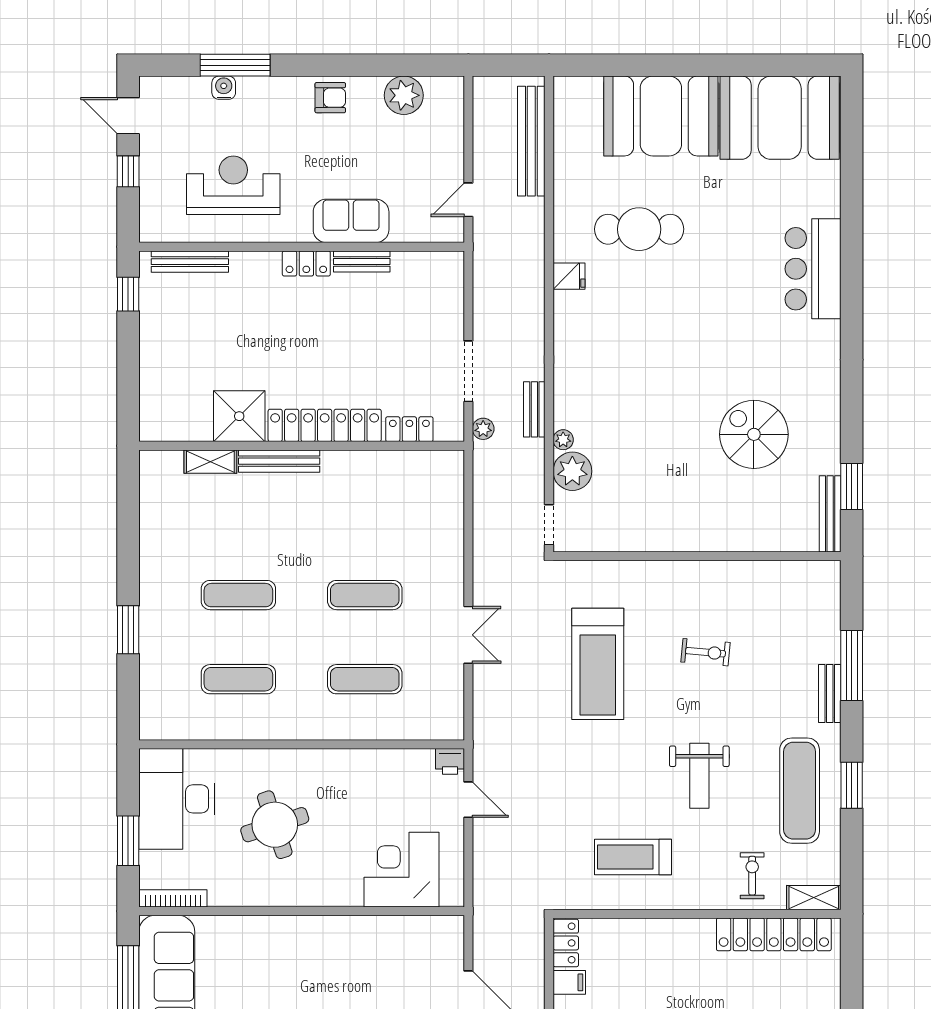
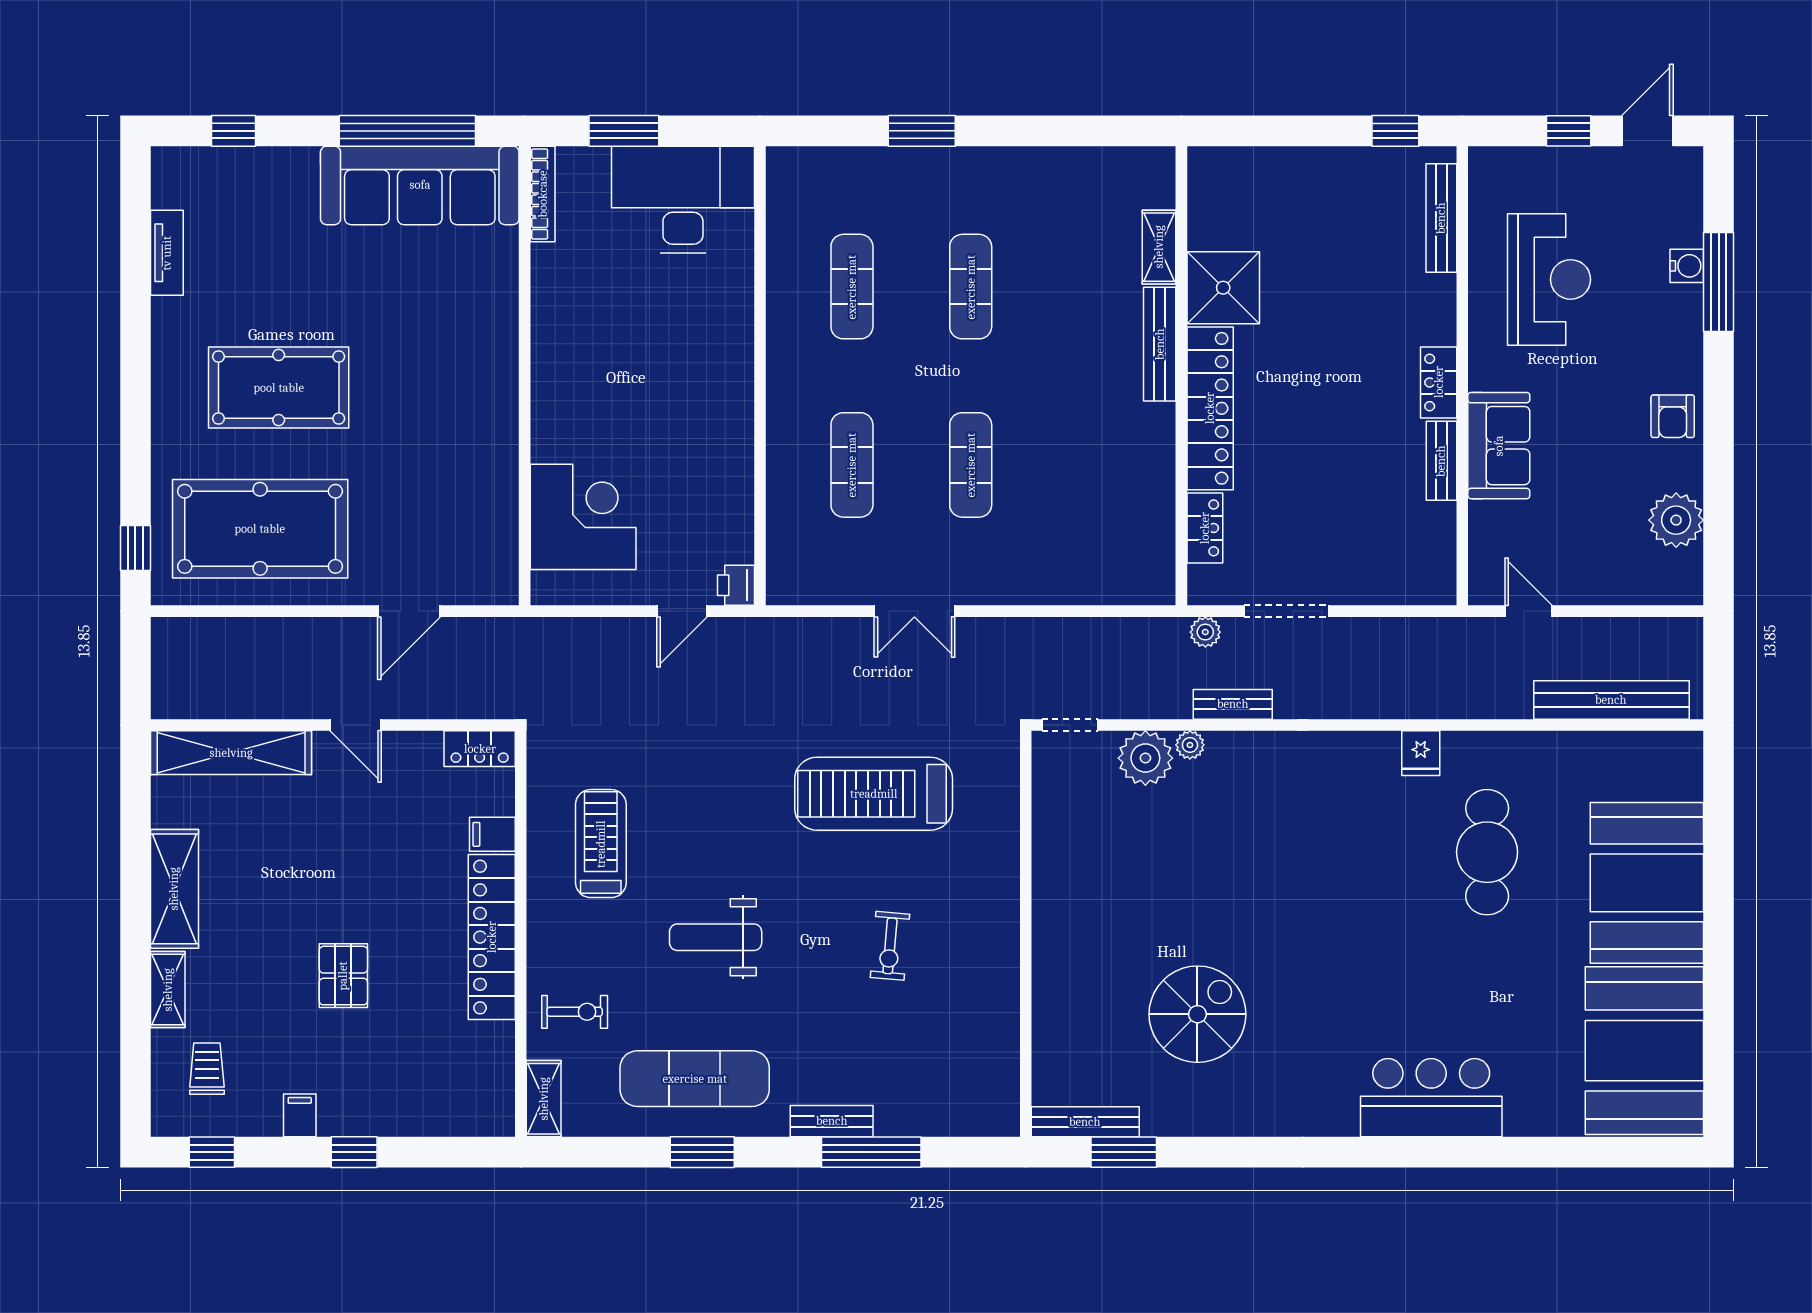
round table: (275, 825) -> (647, 338), removed
locker: (774, 934) -> (492, 937), moved
filing cabinet: (569, 982) -> (492, 834), moved, turned 90

